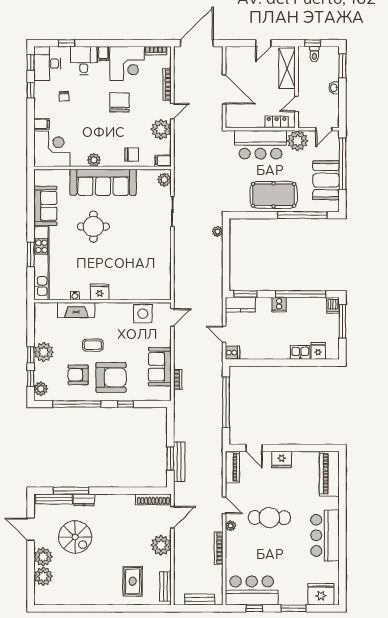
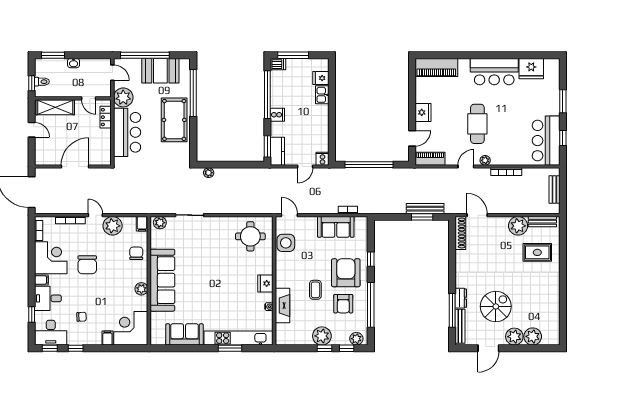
chair: (119, 102) -> (87, 265), turned -91
round table: (93, 227) -> (250, 236), moved
plant: (161, 545) -> (518, 226), moved
fridge: (321, 594) -> (531, 69), moved, turned -90

